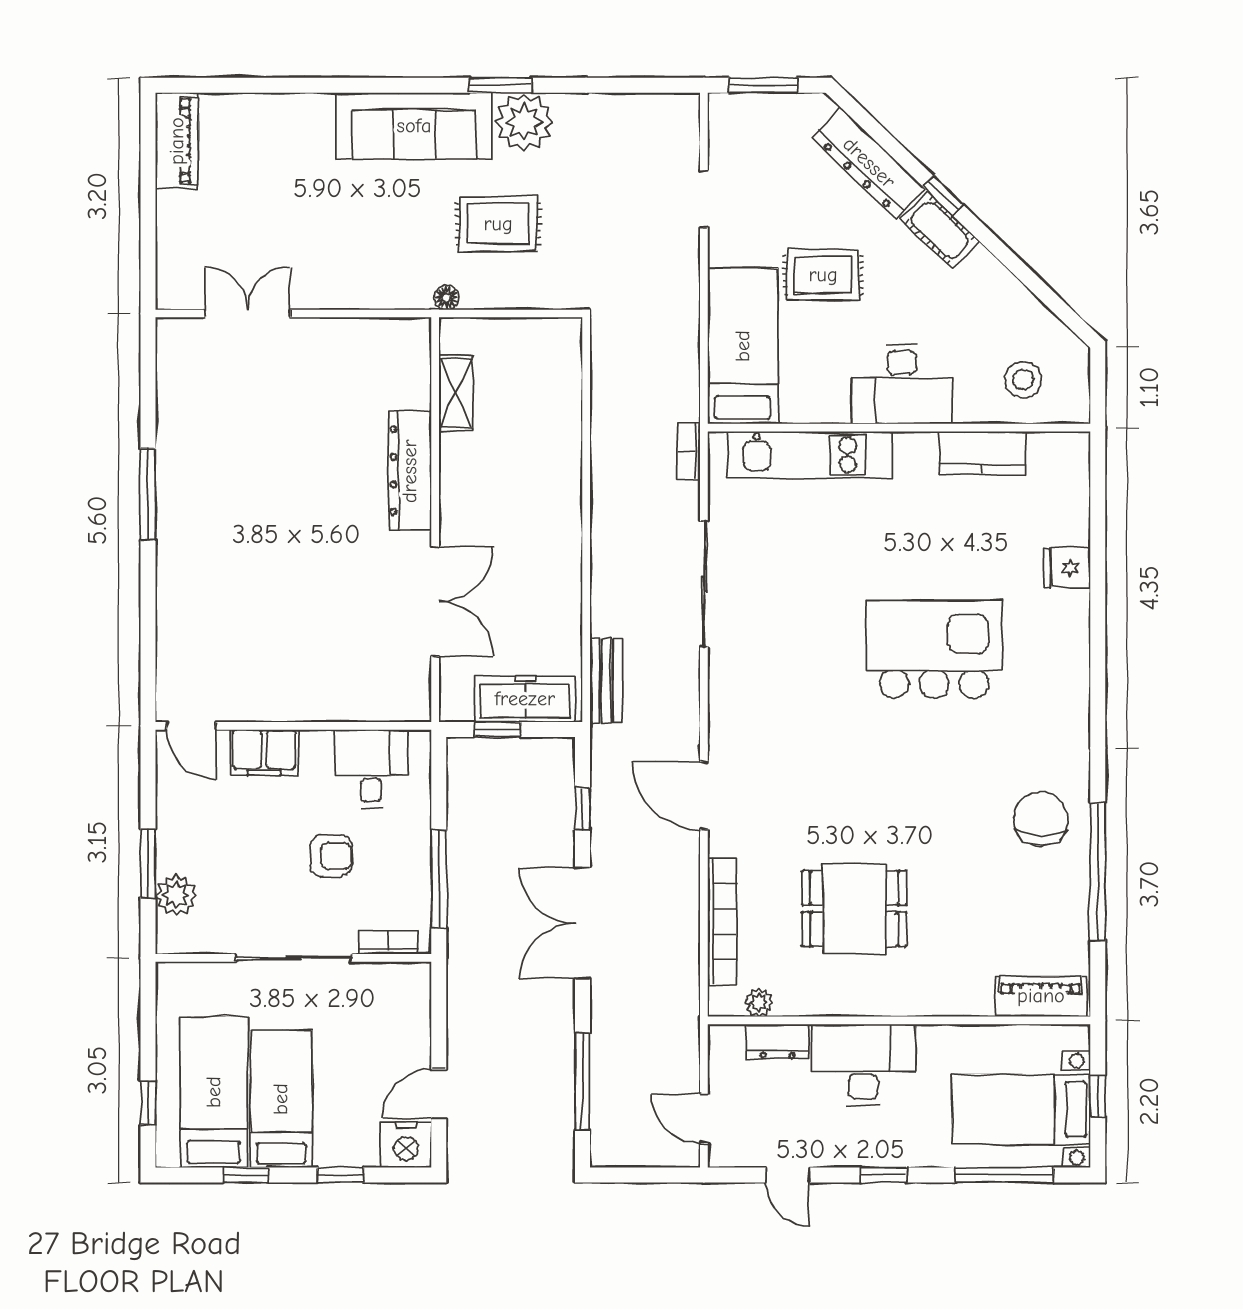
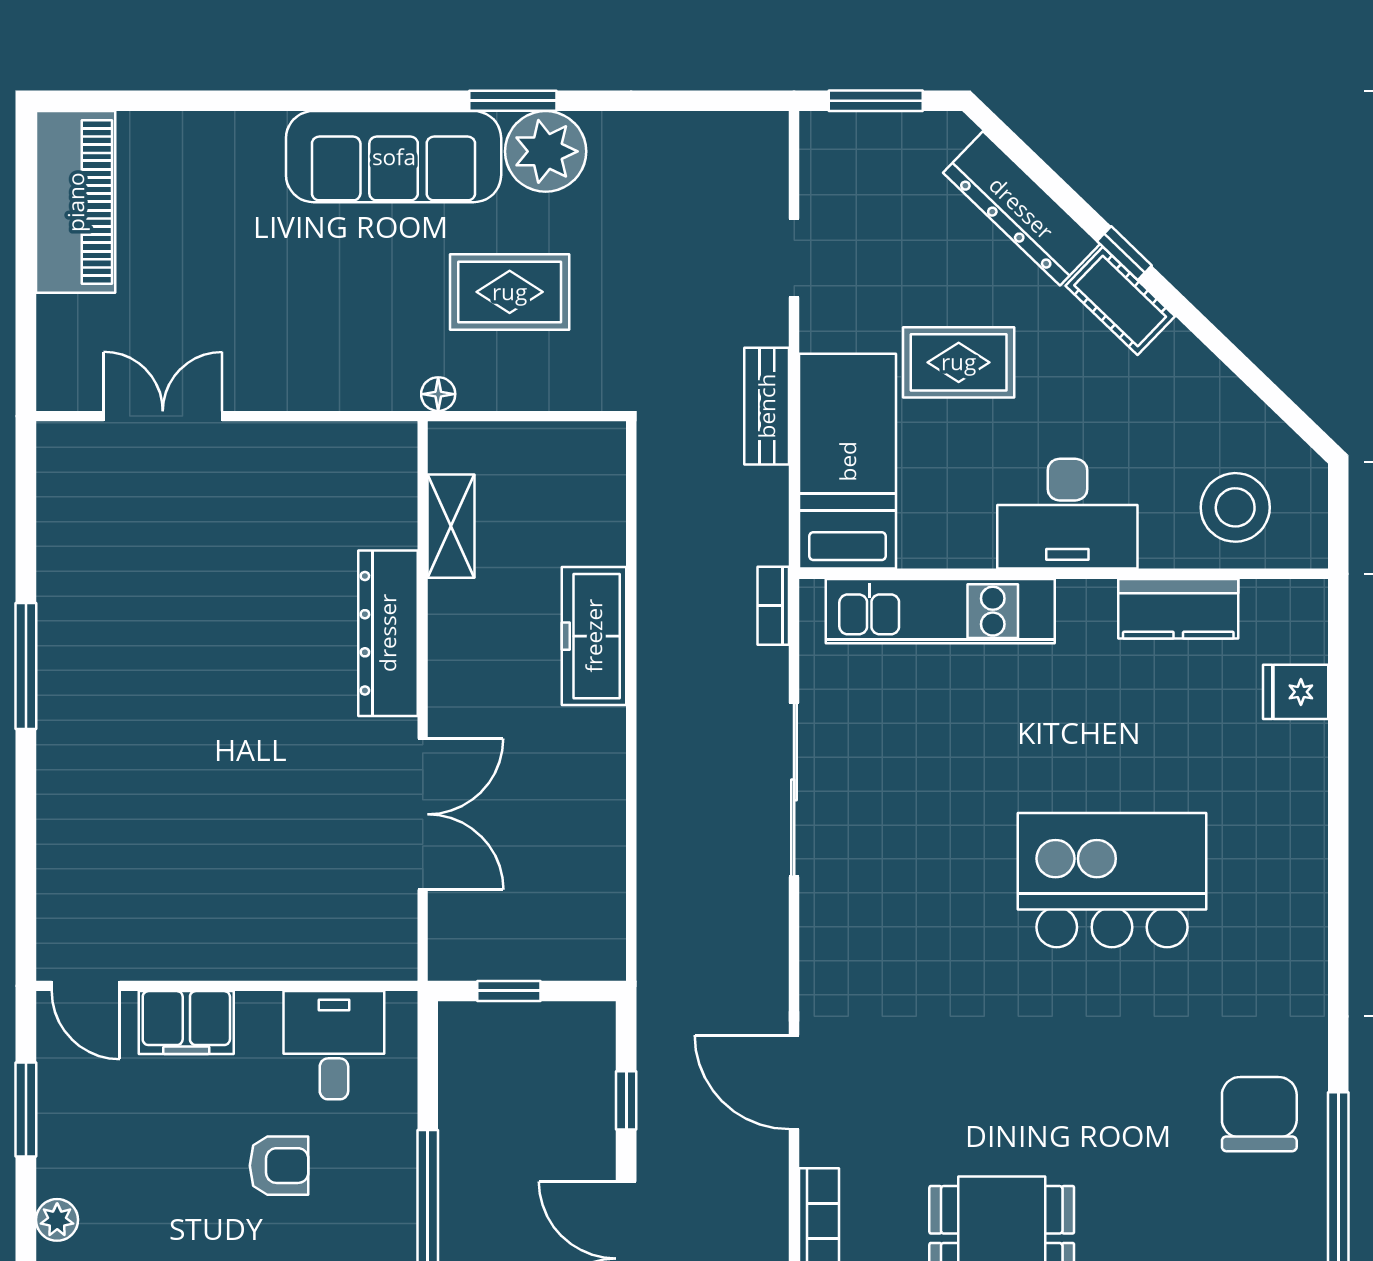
piano: (177, 141) -> (76, 202), width x1.37, depth x1.33
stool: (1023, 380) -> (1235, 507), width x1.38, depth x1.38
fridge: (1067, 568) -> (1296, 692), moved
bench: (606, 681) -> (767, 406), moved
freezer: (525, 699) -> (594, 636), moved, turned -90
window: (148, 864) -> (26, 1109), moved
plant: (176, 895) -> (57, 1220), width x0.73, depth x0.73

